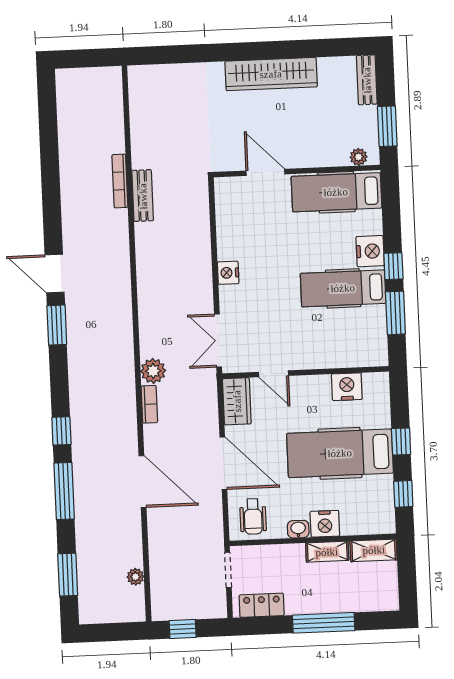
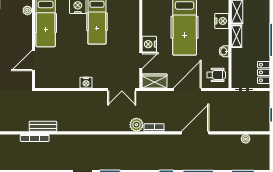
nightstand: (347, 387) -> (149, 44), moved
nightstand: (325, 524) -> (222, 21), moved

